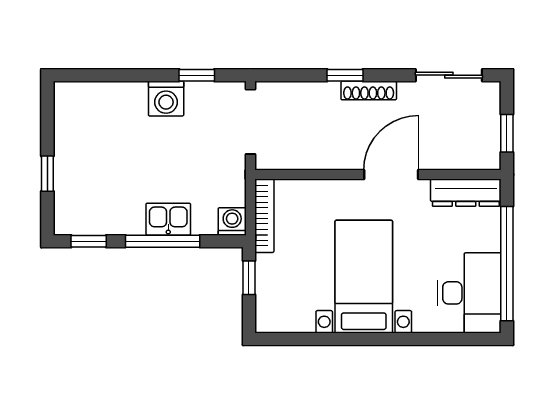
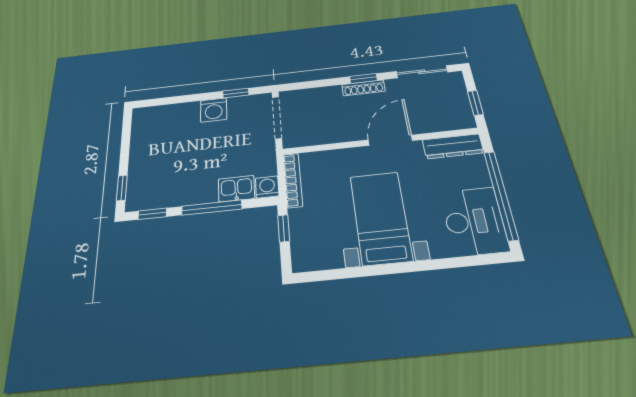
window: (345, 75) -> (363, 78), moved
window: (47, 174) -> (122, 188), moved
kitchen sink: (168, 219) -> (236, 189), moved

